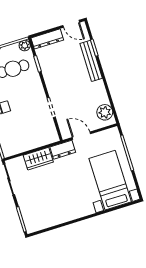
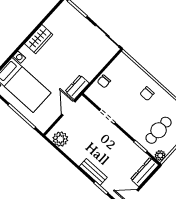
bench: (91, 61) -> (93, 172), width x0.73
door: (81, 136) -> (68, 108), swing flipped
chair: (36, 141) -> (104, 81), added
wardrobe: (38, 159) -> (39, 39), moved, turned 180

